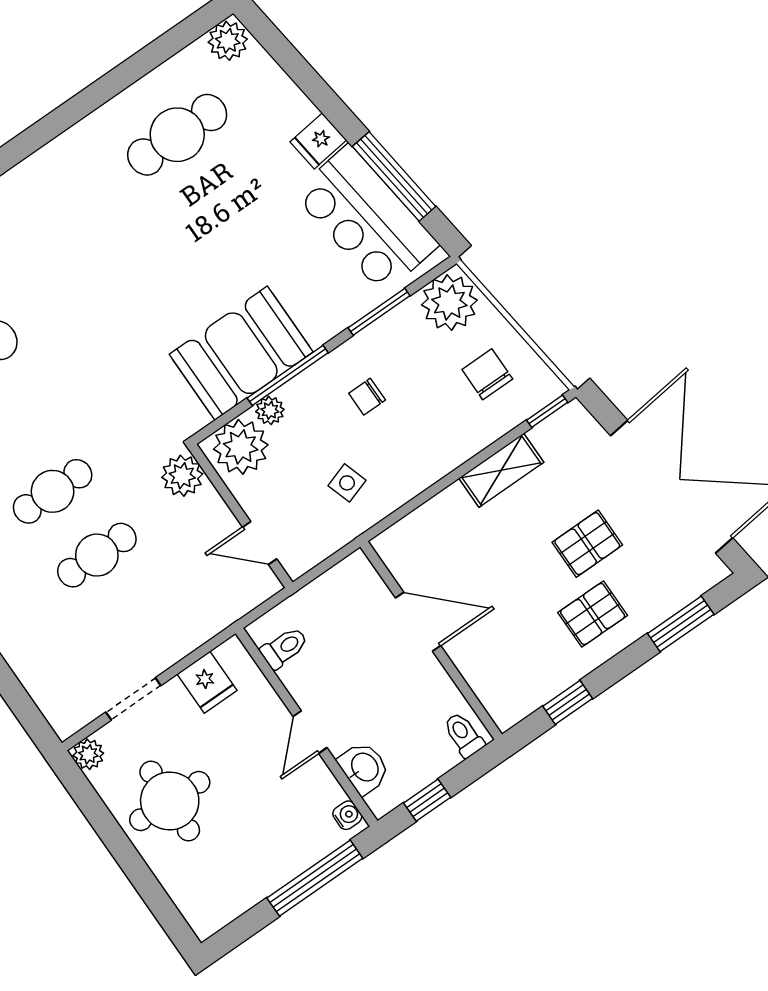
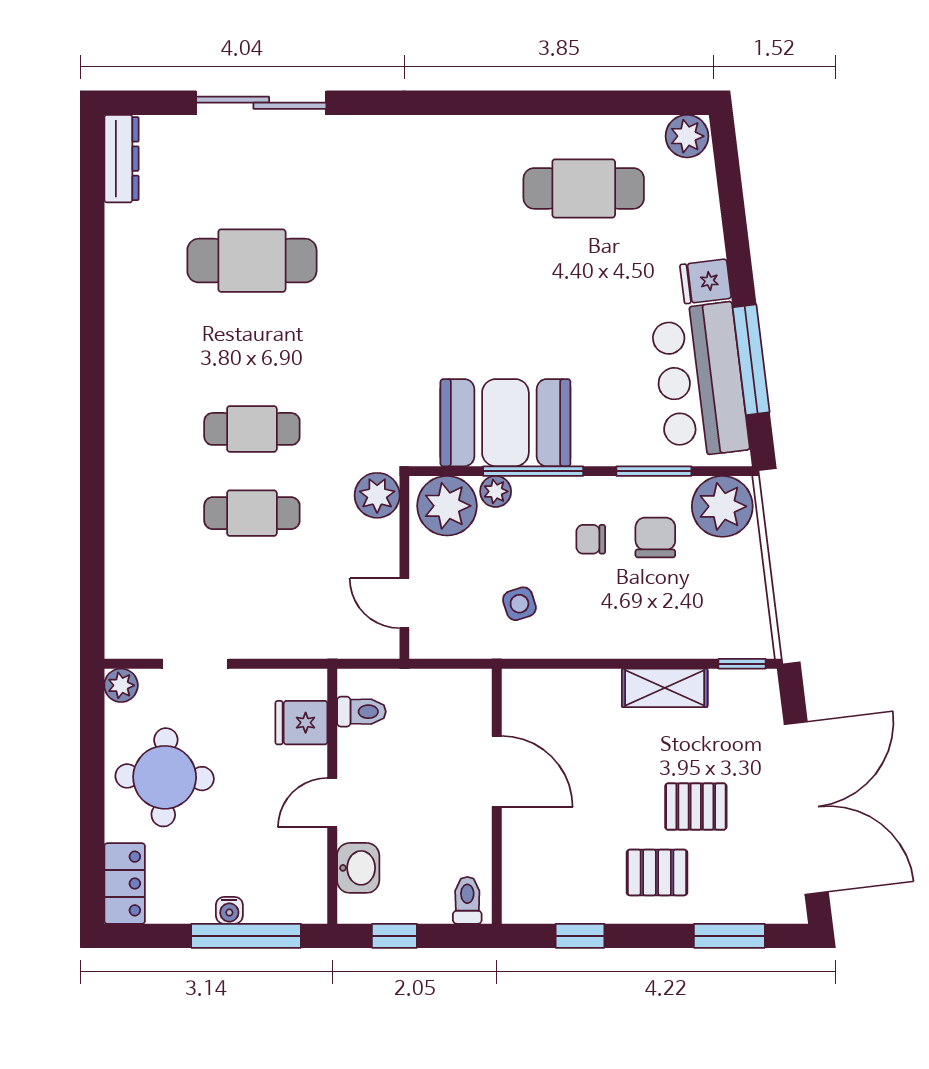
chair: (487, 374) -> (655, 538), moved
fridge: (207, 682) -> (301, 723), moved, turned 90
water cooler: (347, 815) -> (229, 910), moved, turned 90
locker: (195, 902) -> (125, 884), added

